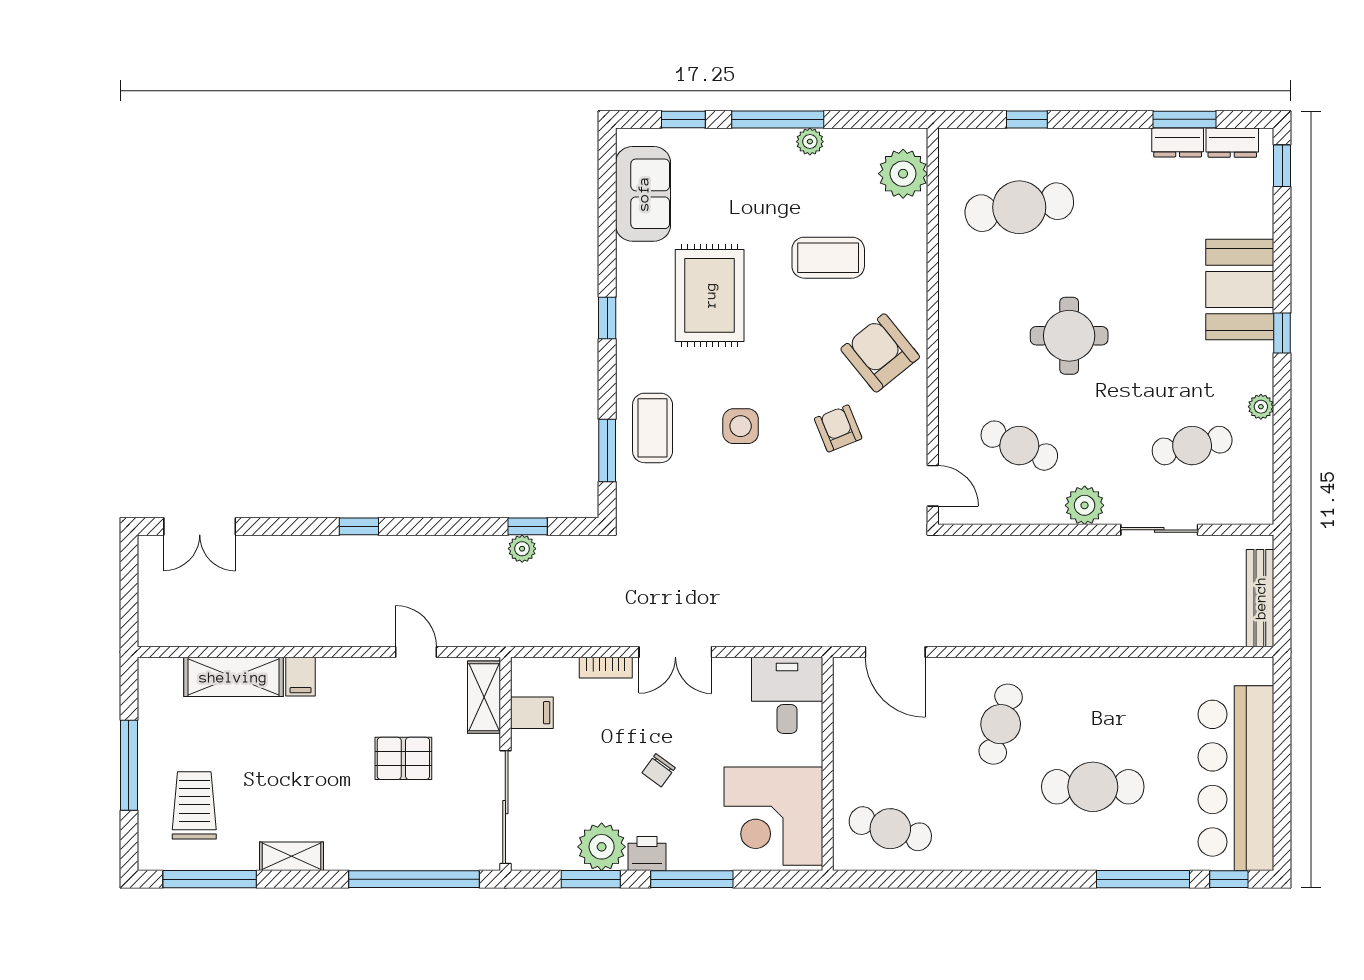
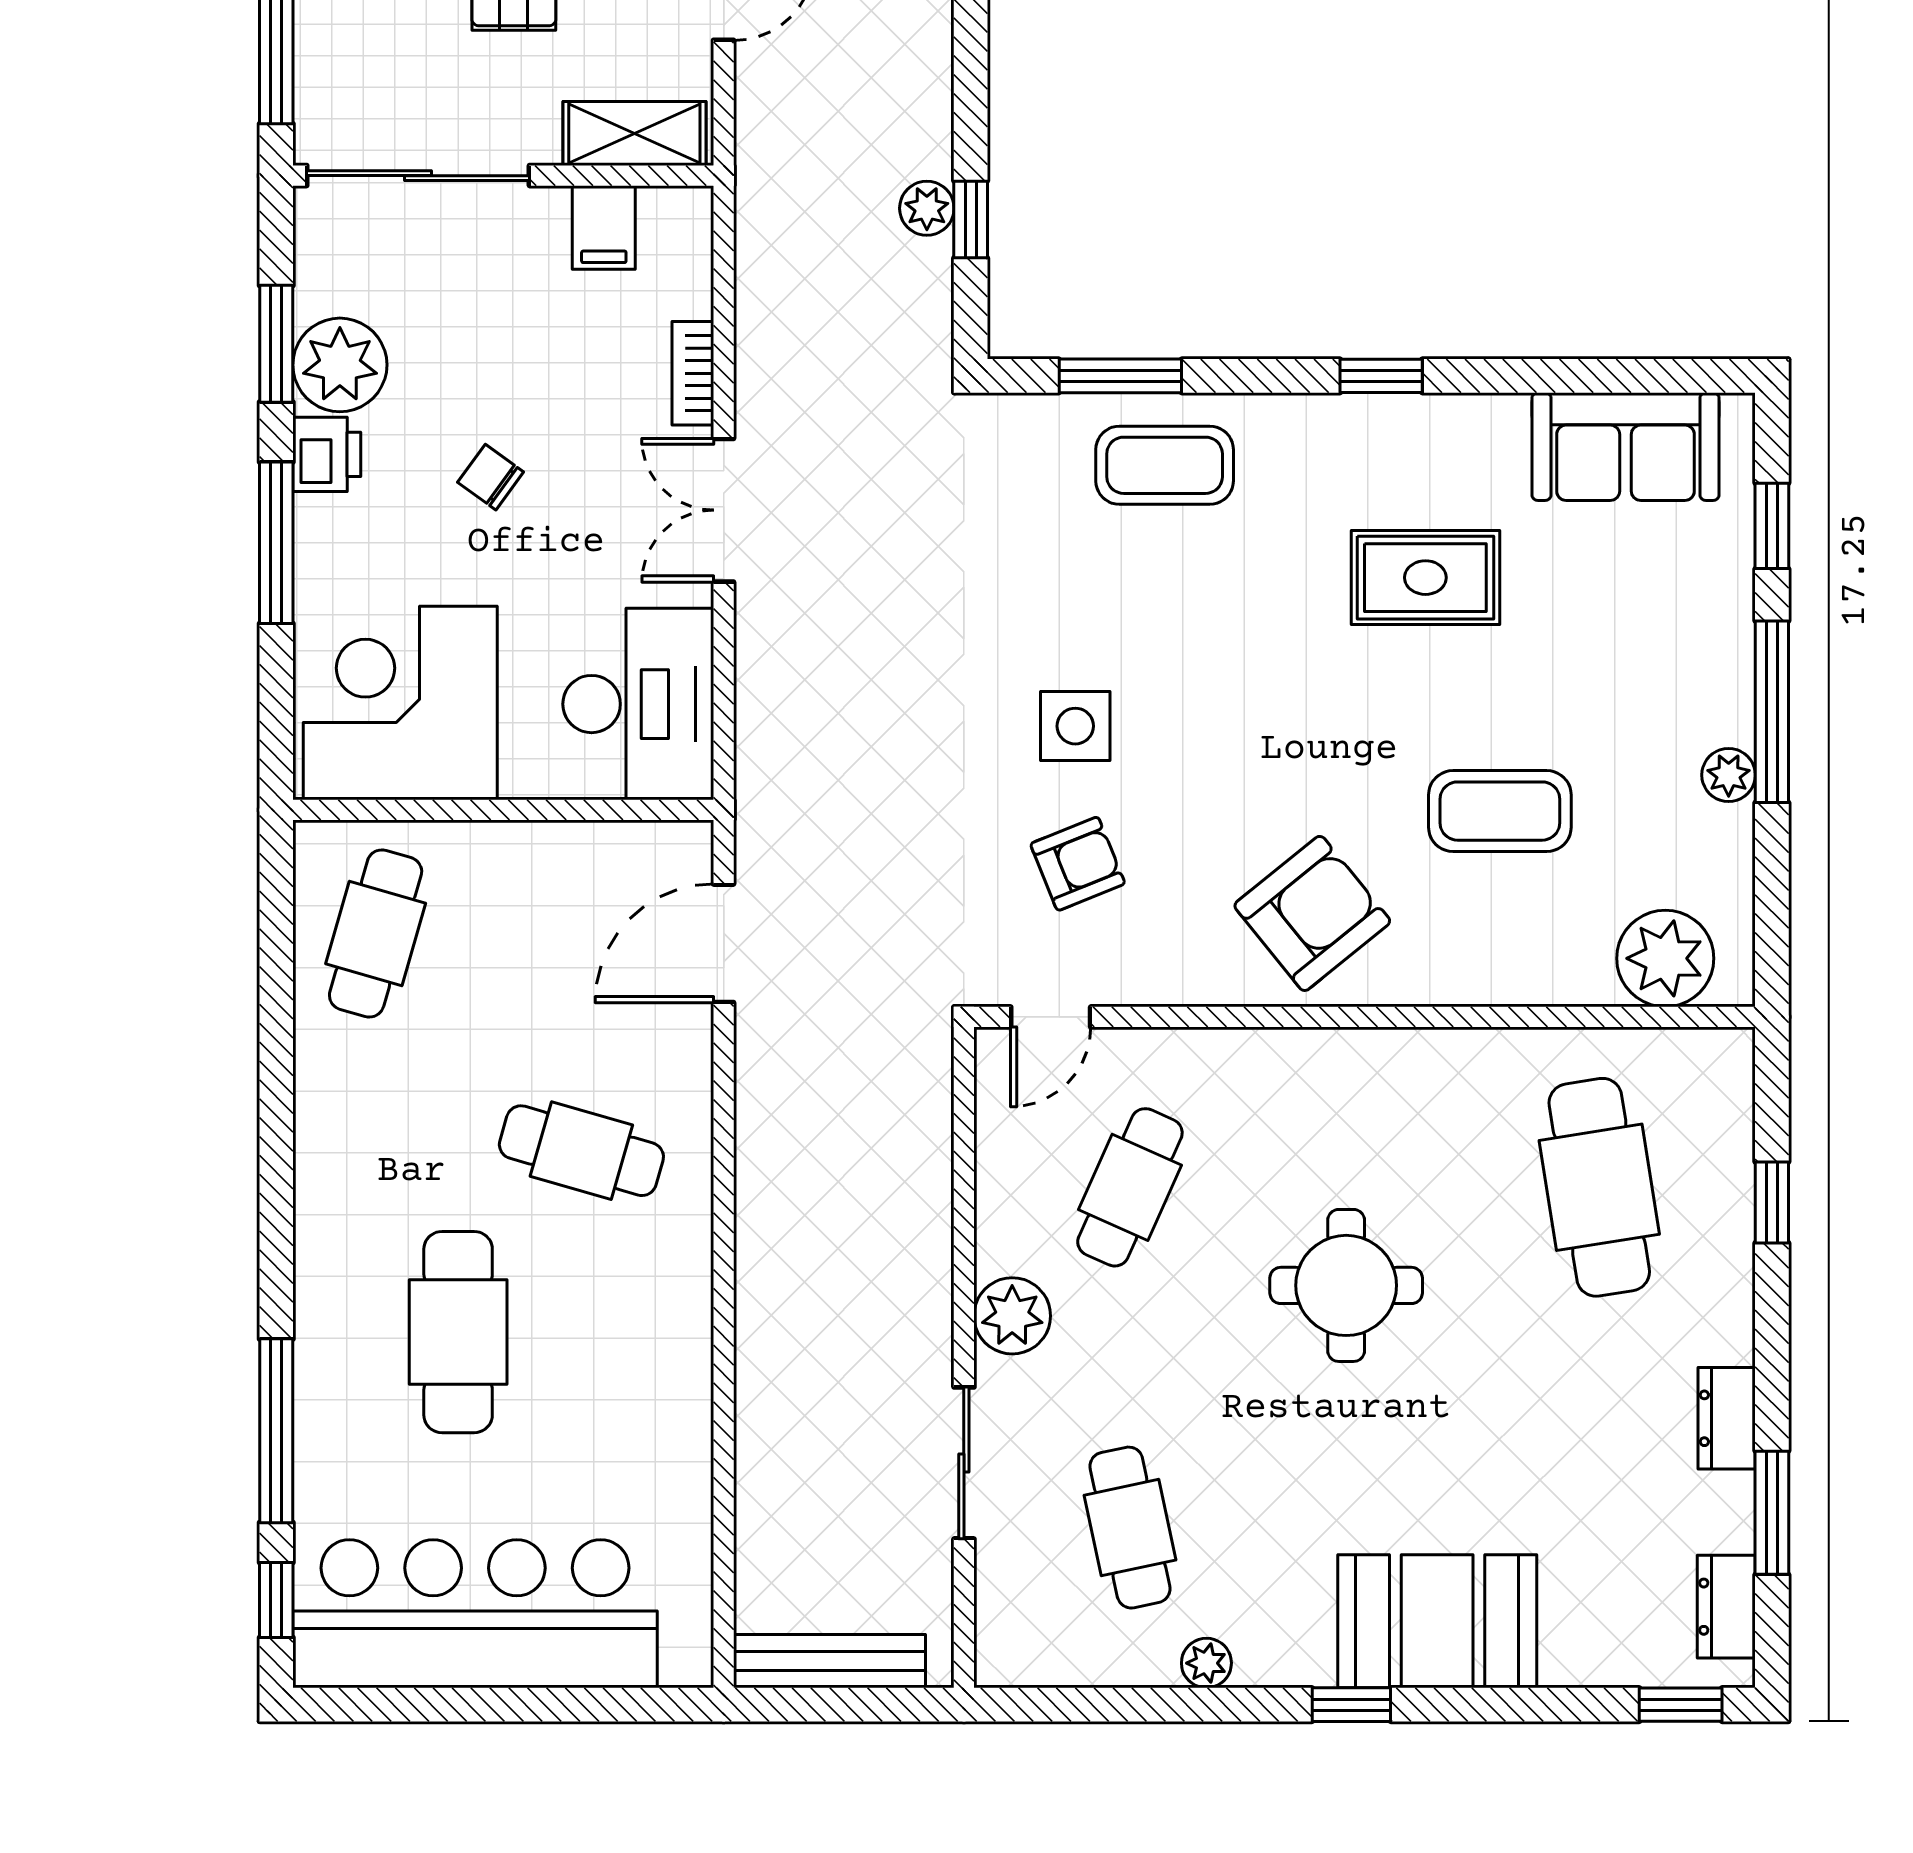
dresser: (1178, 142) -> (1727, 1418), moved
coffee table: (828, 258) -> (1500, 811), turned 90
rug: (710, 295) -> (1425, 578), width x0.73, depth x0.70
side table: (741, 426) -> (1075, 726), moved
armchair: (838, 428) -> (1078, 864), moved
desk: (787, 695) -> (638, 704), width x1.37

